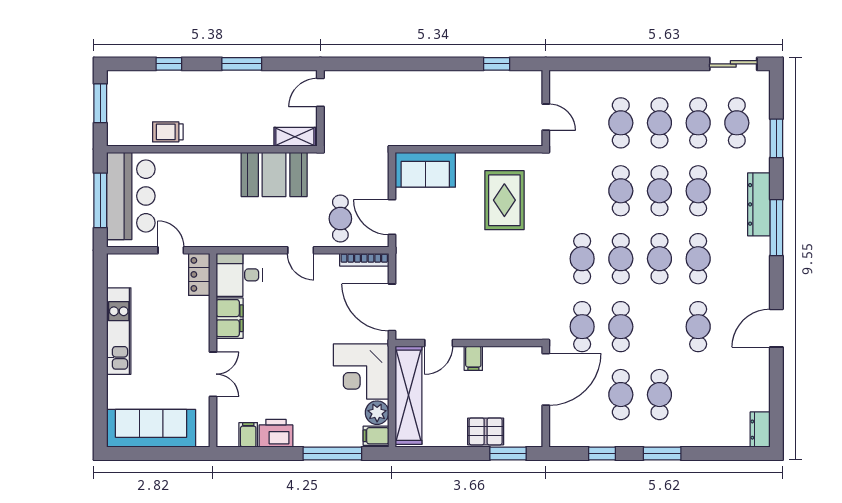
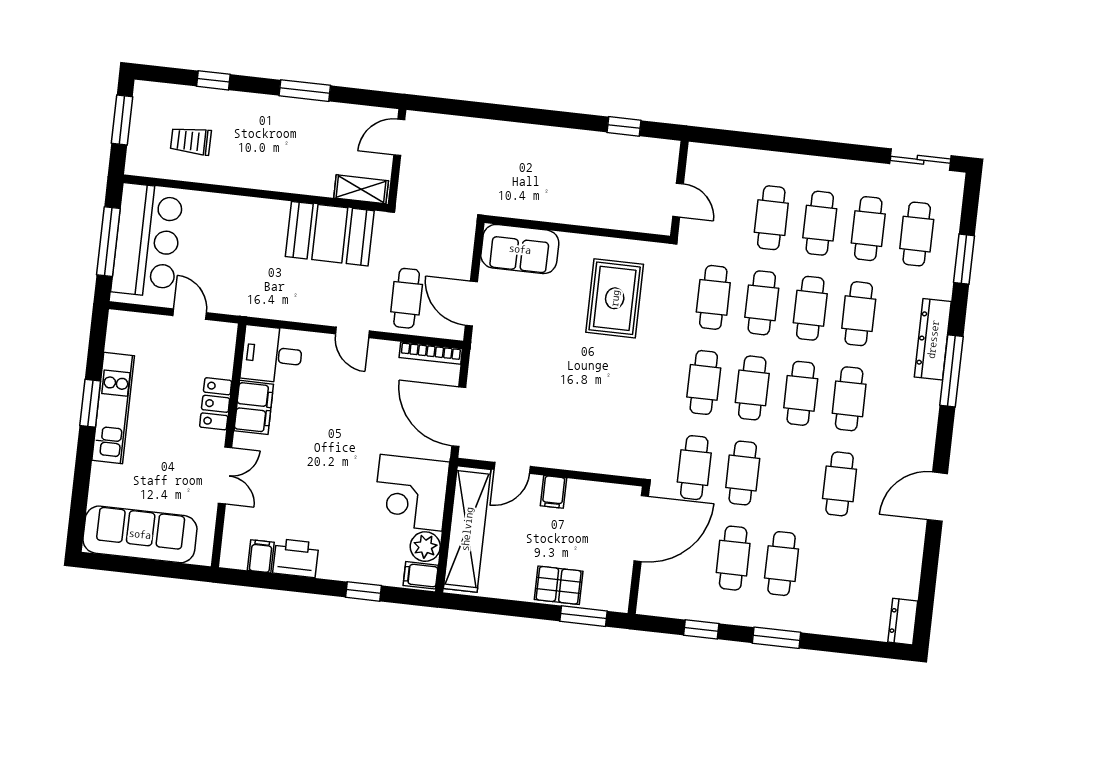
trolley: (168, 132) -> (191, 141), moved
cafe table: (582, 191) -> (713, 297), added
locker: (199, 274) -> (216, 404), moved
window: (100, 329) -> (90, 403), added
window: (332, 454) -> (363, 591), width x0.46

